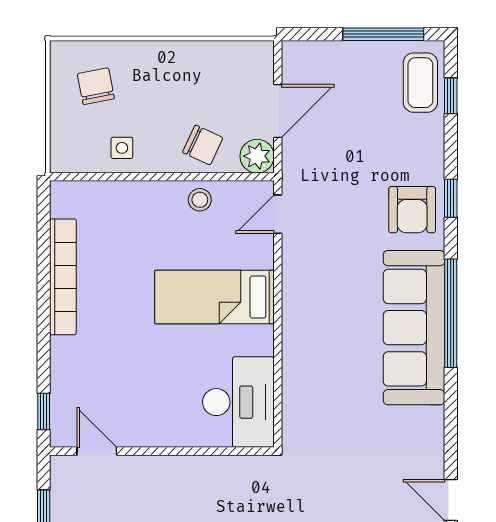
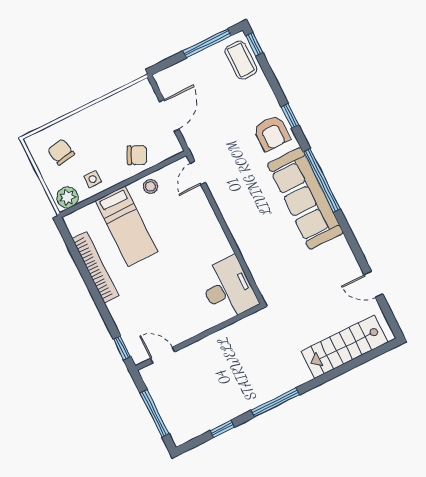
window: (451, 96) -> (254, 44), moved
plant: (257, 156) -> (67, 197), moved
bed: (214, 297) -> (127, 226), moved, turned -90

